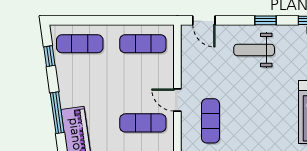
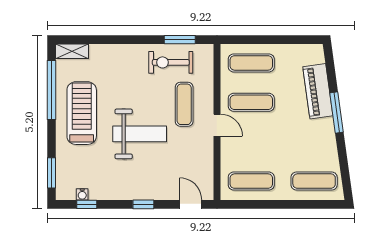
window: (266, 20) -> (143, 204), moved
weight bench: (254, 50) -> (140, 134), moved, width x1.36, depth x1.33
window: (49, 56) -> (344, 169), removed

